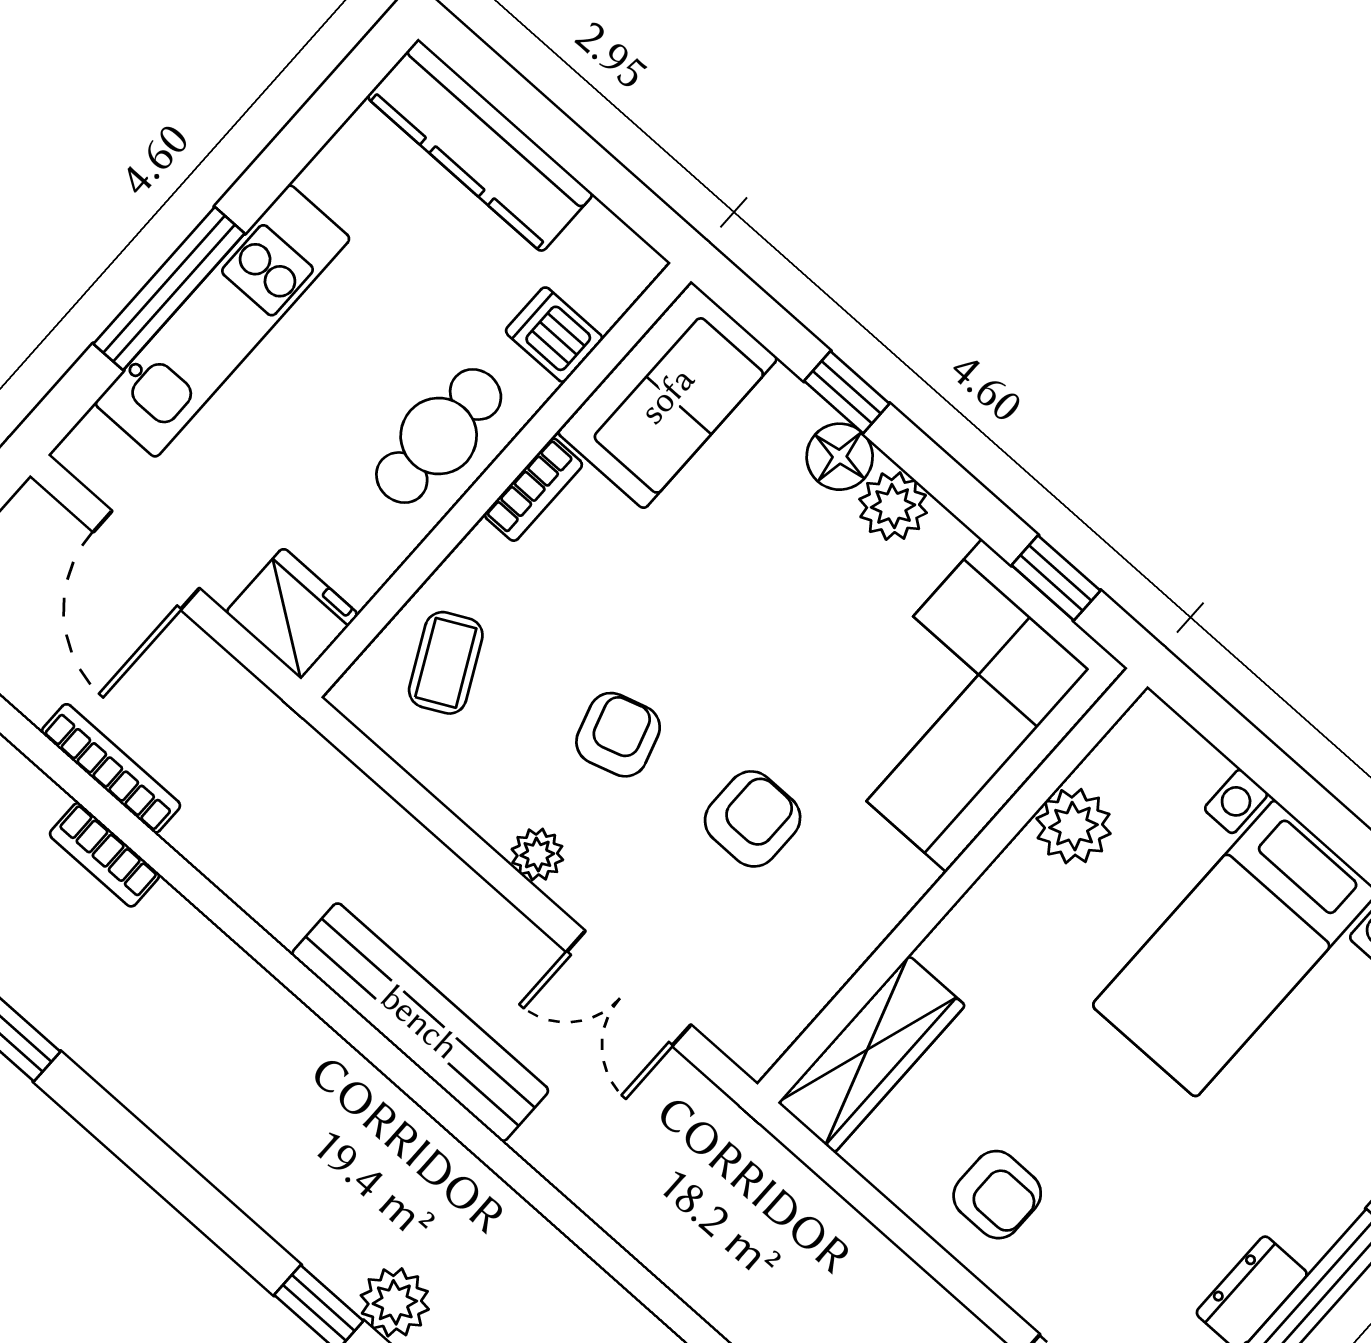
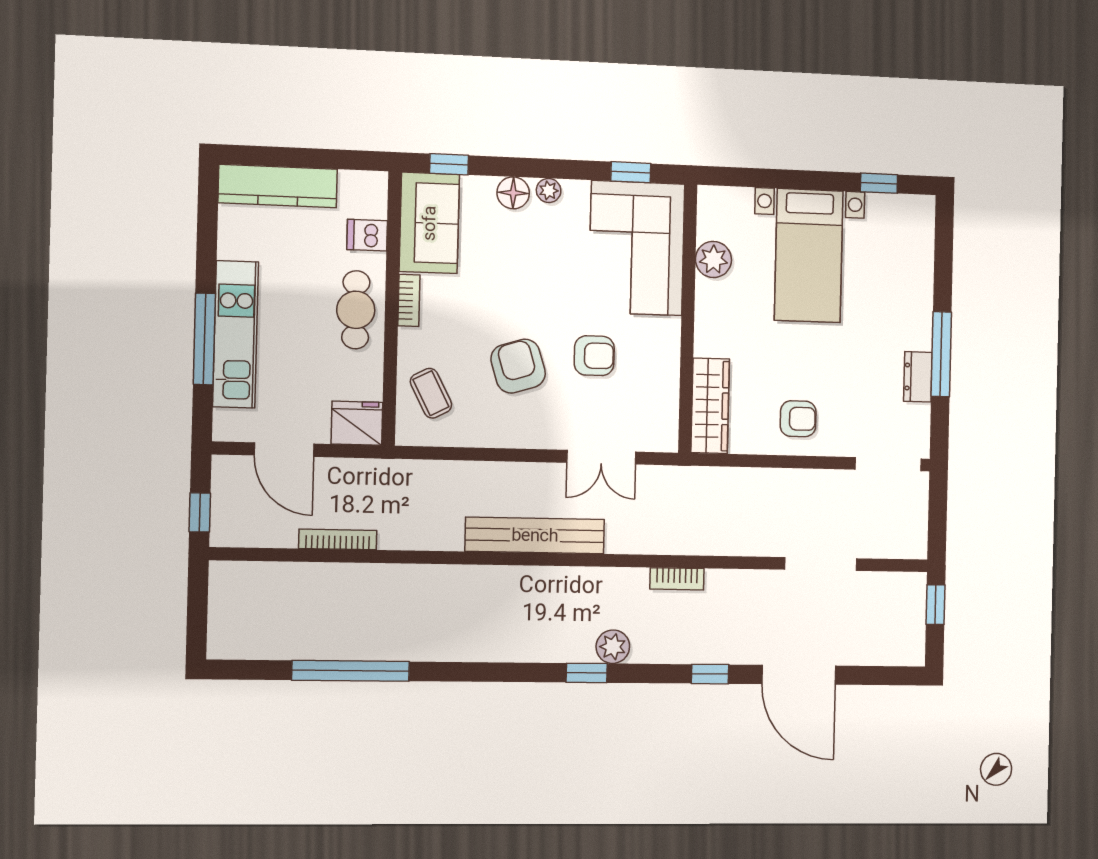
window: (847, 392) -> (449, 164), moved
plant: (893, 506) -> (549, 190), width x0.73, depth x0.73
armchair: (618, 735) -> (518, 366), width x1.38, depth x1.38
armchair: (753, 819) -> (594, 356), turned 90
bookcase: (105, 855) -> (677, 579), moved
plant: (537, 855) -> (526, 436), removed

